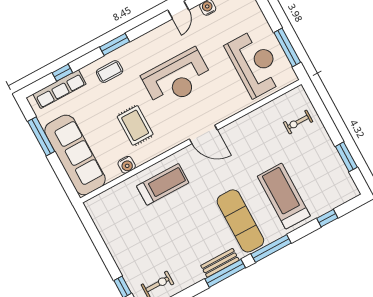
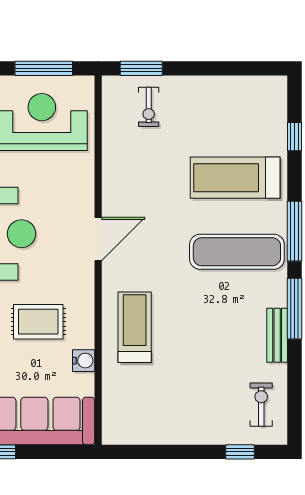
window: (346, 157) -> (141, 68), moved
bench: (220, 263) -> (277, 335), moved

